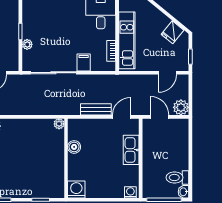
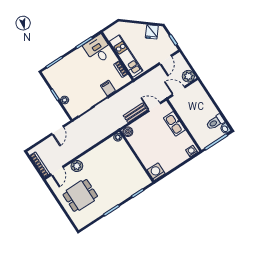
door: (121, 117) -> (155, 107), hinge flipped
boiler: (74, 147) -> (128, 132), moved

